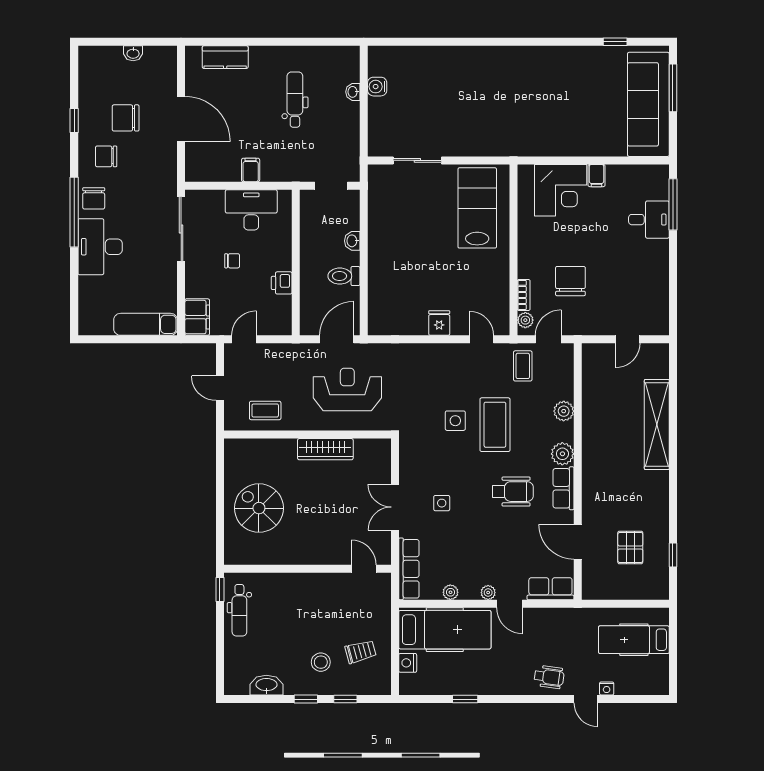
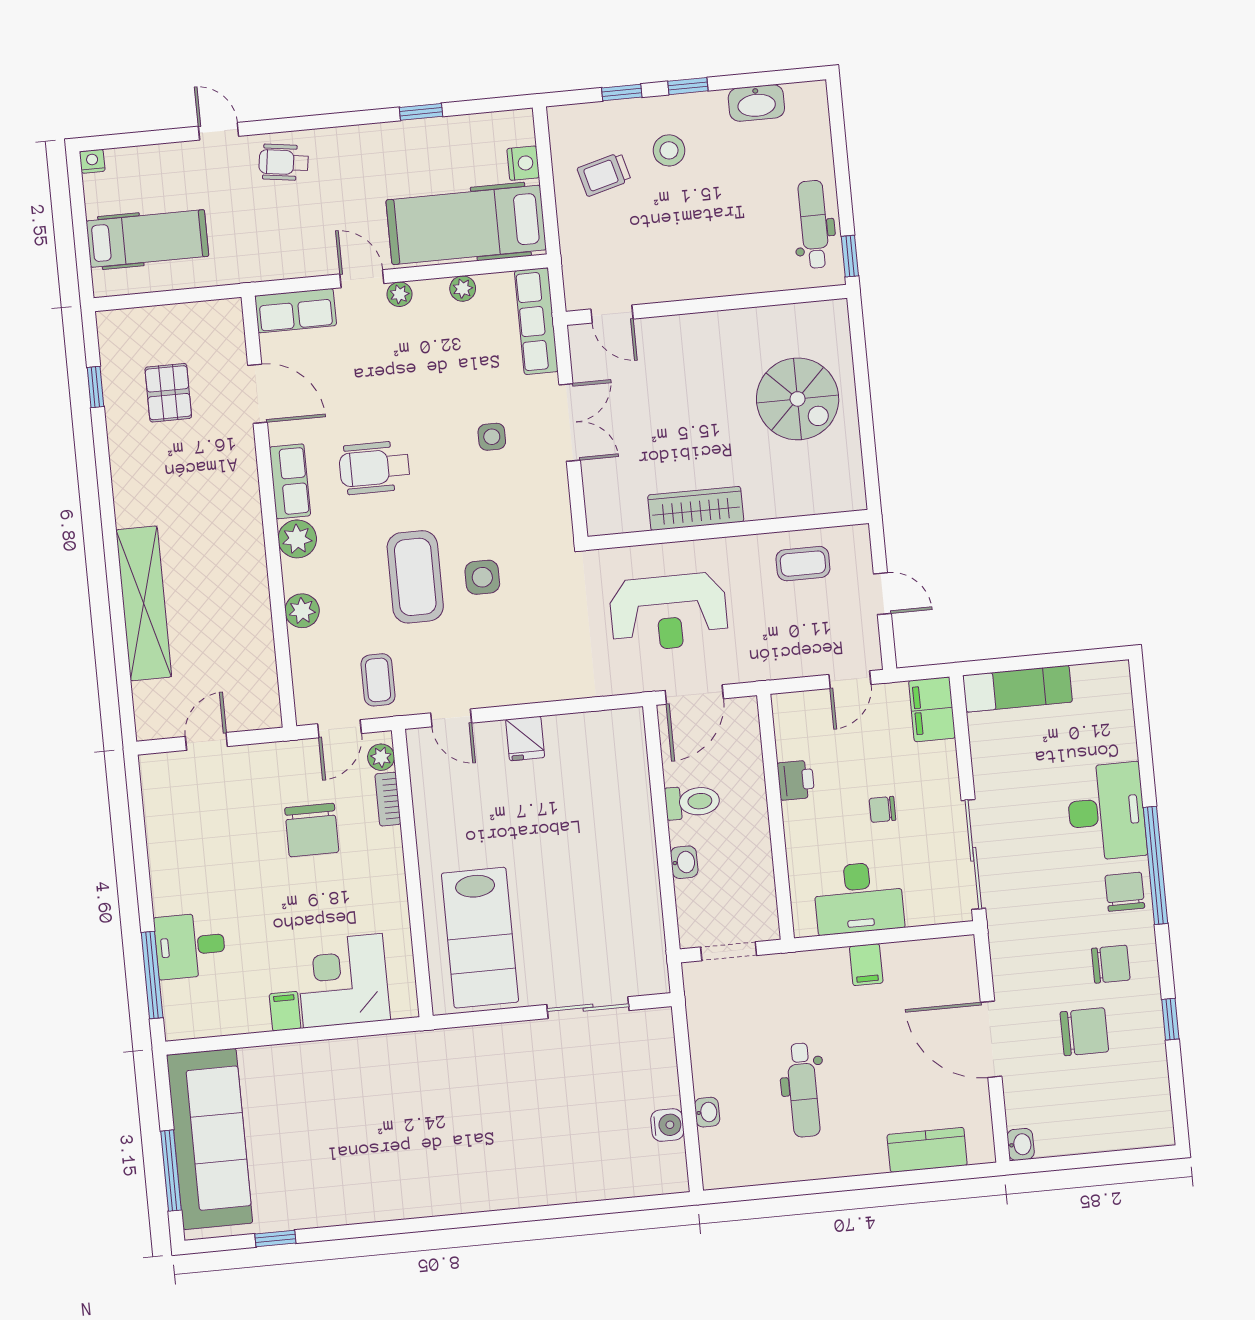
washbasin: (133, 53) -> (1021, 1144), moved, turned 90
nightstand: (607, 688) -> (92, 161), moved

